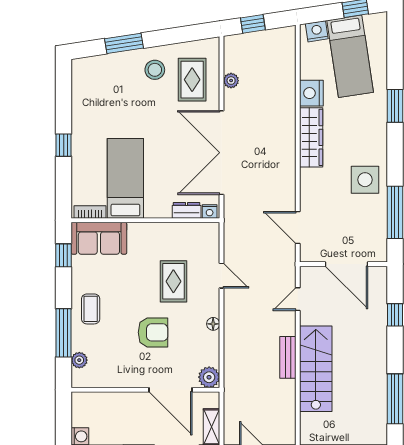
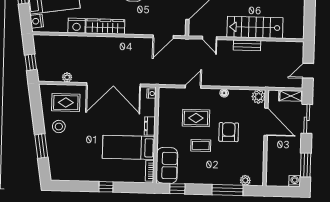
dresser: (187, 210) -> (150, 126), moved
coffee table: (91, 309) -> (201, 145), moved
door: (171, 390) -> (266, 122), hinge flipped

